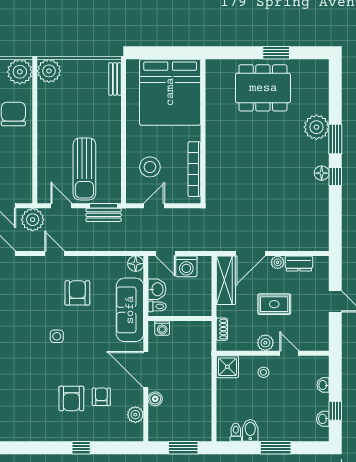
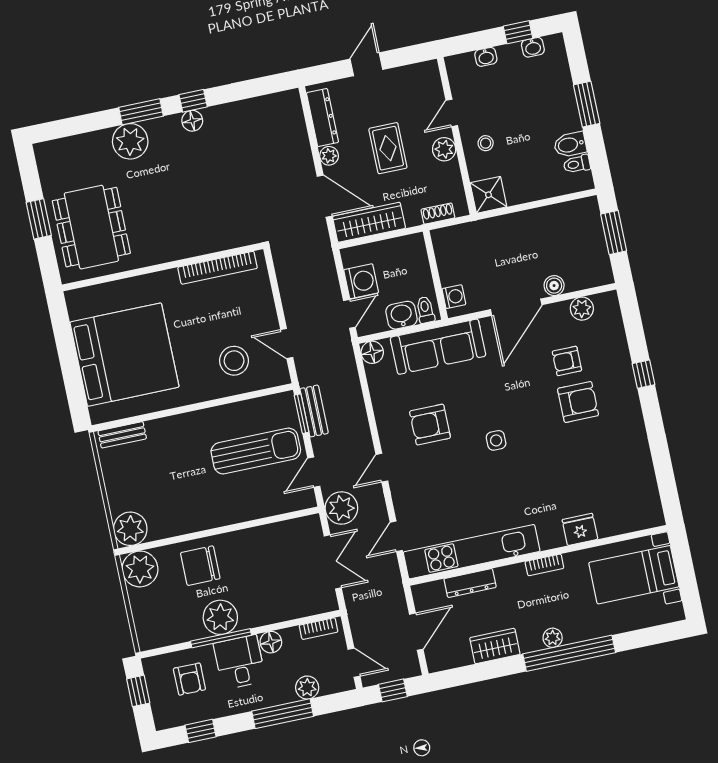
wall: (203, 131) -> (163, 267), moved
bookcase: (194, 169) -> (218, 268), moved
dresser: (299, 263) -> (323, 118), width x1.44

